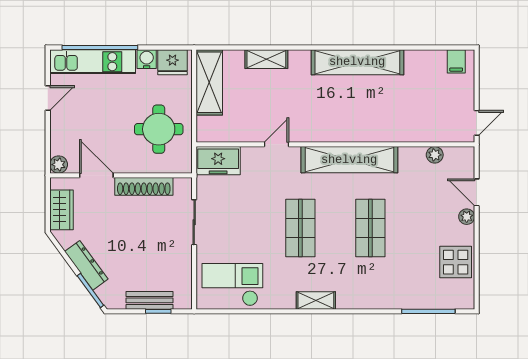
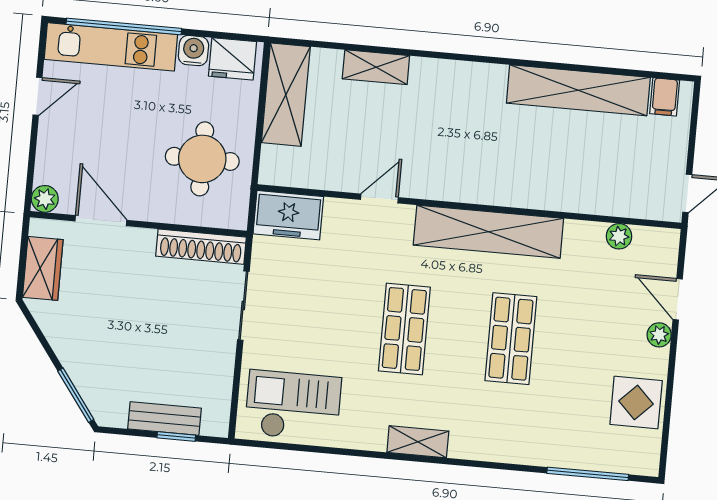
shelving: (357, 62) -> (578, 90), moved
shoe rack: (144, 186) -> (201, 247), moved
dresser: (86, 265) -> (73, 356), removed

